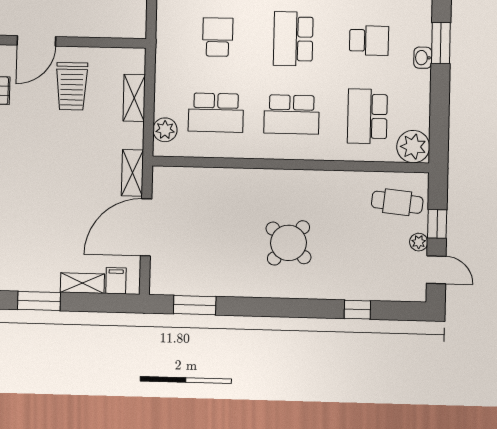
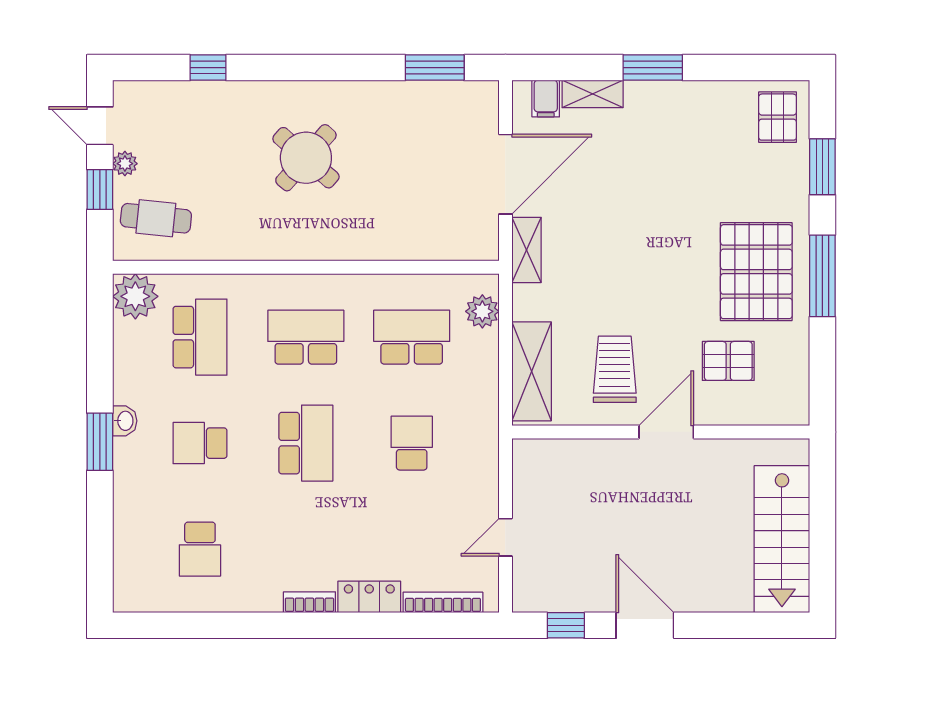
school desk: (218, 37) -> (412, 443), turned 180
shelving: (134, 98) -> (532, 371), width x1.50, depth x1.33

